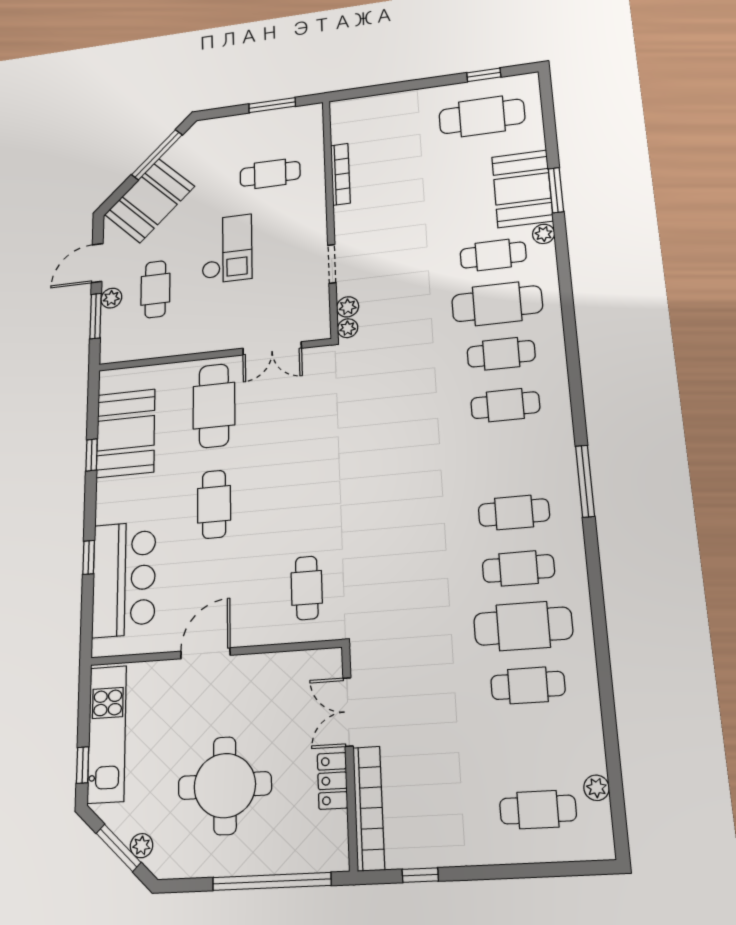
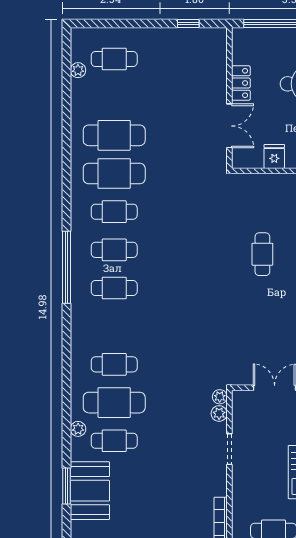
plant: (544, 234) -> (78, 429), moved
cafe table: (505, 405) -> (114, 288), moved
window: (585, 481) -> (67, 267), width x1.46
cafe table: (307, 588) -> (262, 254), moved
fridge: (279, 670) -> (274, 156), added
cafe table: (528, 685) -> (114, 135), width x1.37, depth x1.35
bookcase: (369, 808) -> (218, 65), removed

